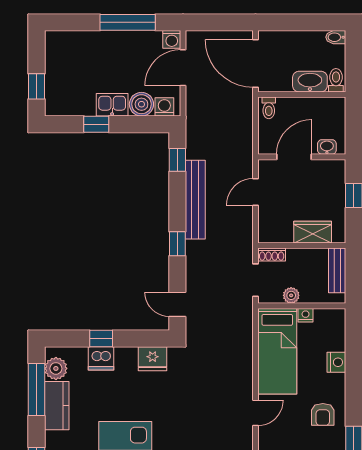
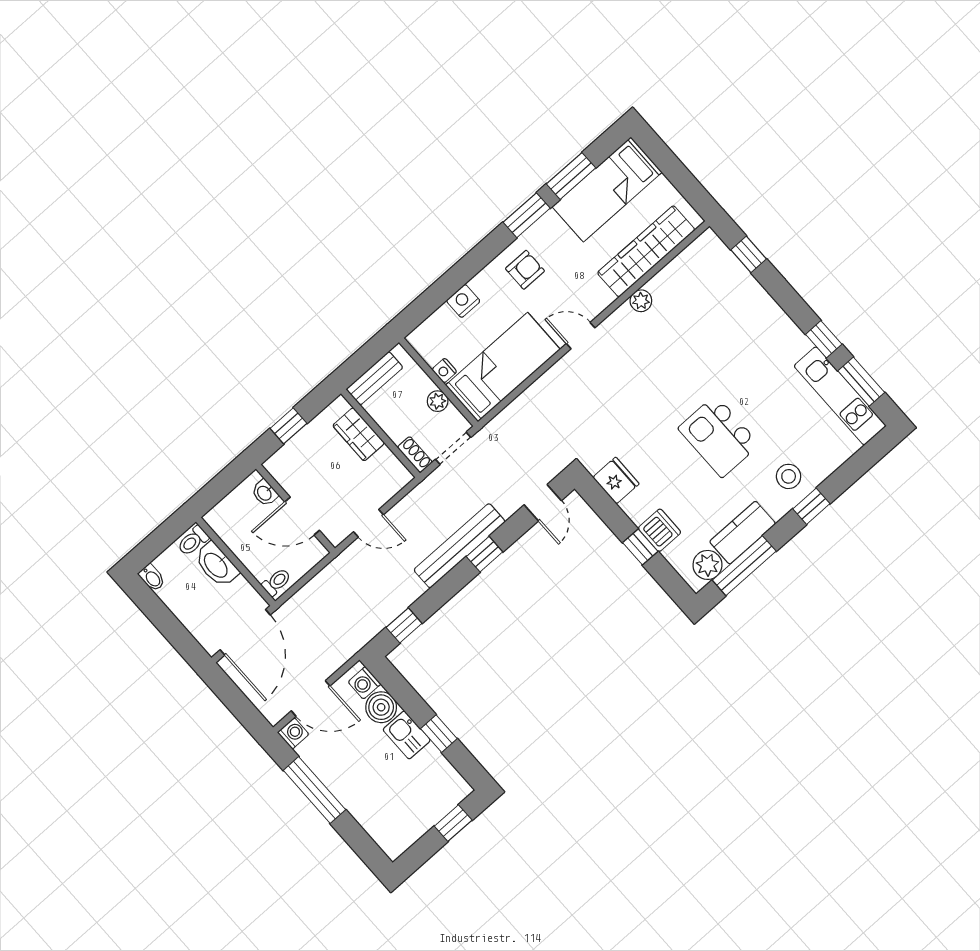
bench: (195, 200) -> (460, 546), moved

